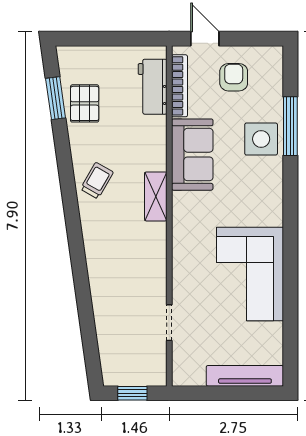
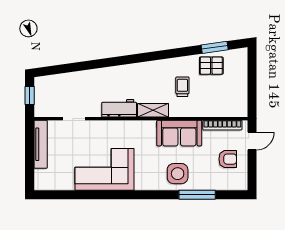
workbench: (153, 87) -> (119, 108), moved
side table: (261, 139) -> (178, 174), moved
trolley: (97, 181) -> (182, 87), moved, turned -120
tv unit: (245, 376) -> (41, 144), moved

